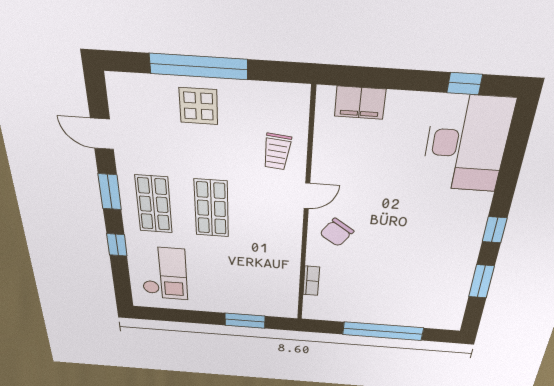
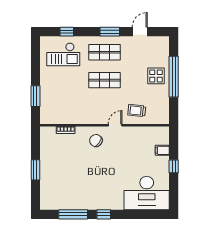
window: (465, 84) -> (174, 166), moved
filing cabinet: (360, 103) -> (162, 150), width x0.50
door: (307, 196) -> (115, 125), swing flipped
window: (117, 245) -> (67, 32), moved
window: (481, 281) -> (73, 214), width x1.44
window: (383, 331) -> (35, 170), width x0.47

